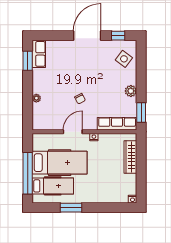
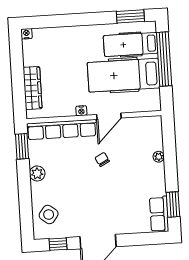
row of seats: (117, 124) -> (62, 130), width x1.36
window: (71, 208) -> (130, 16), moved

